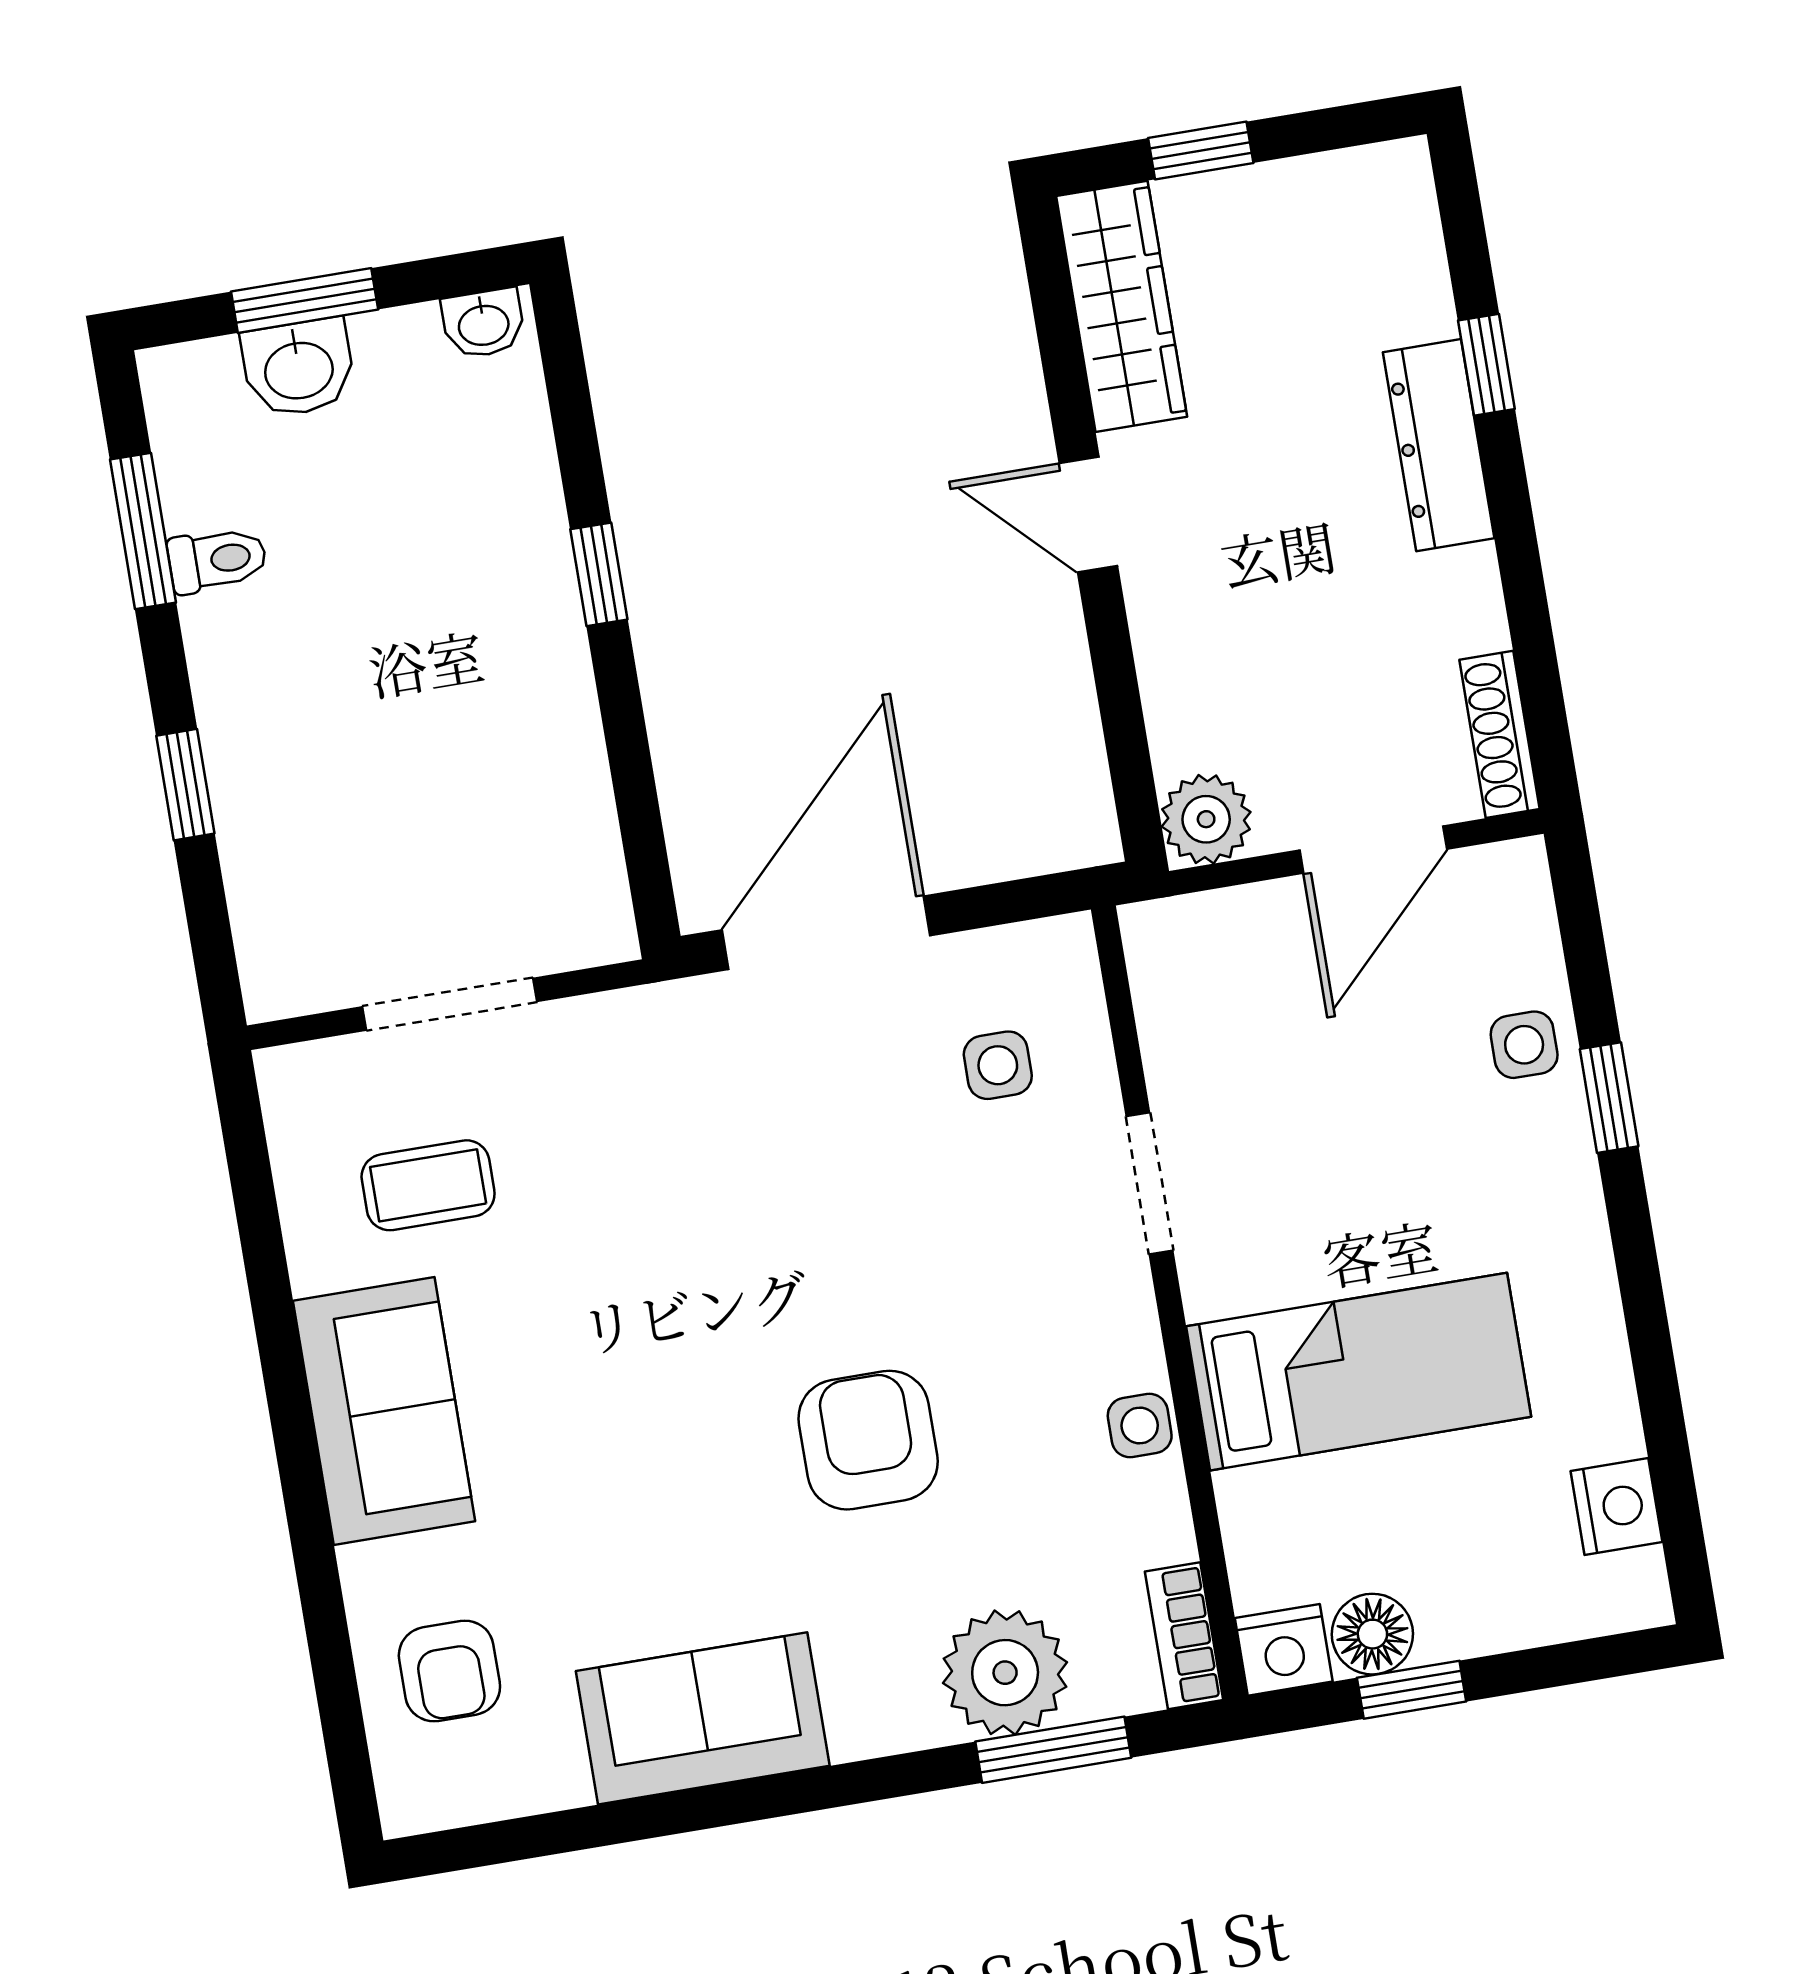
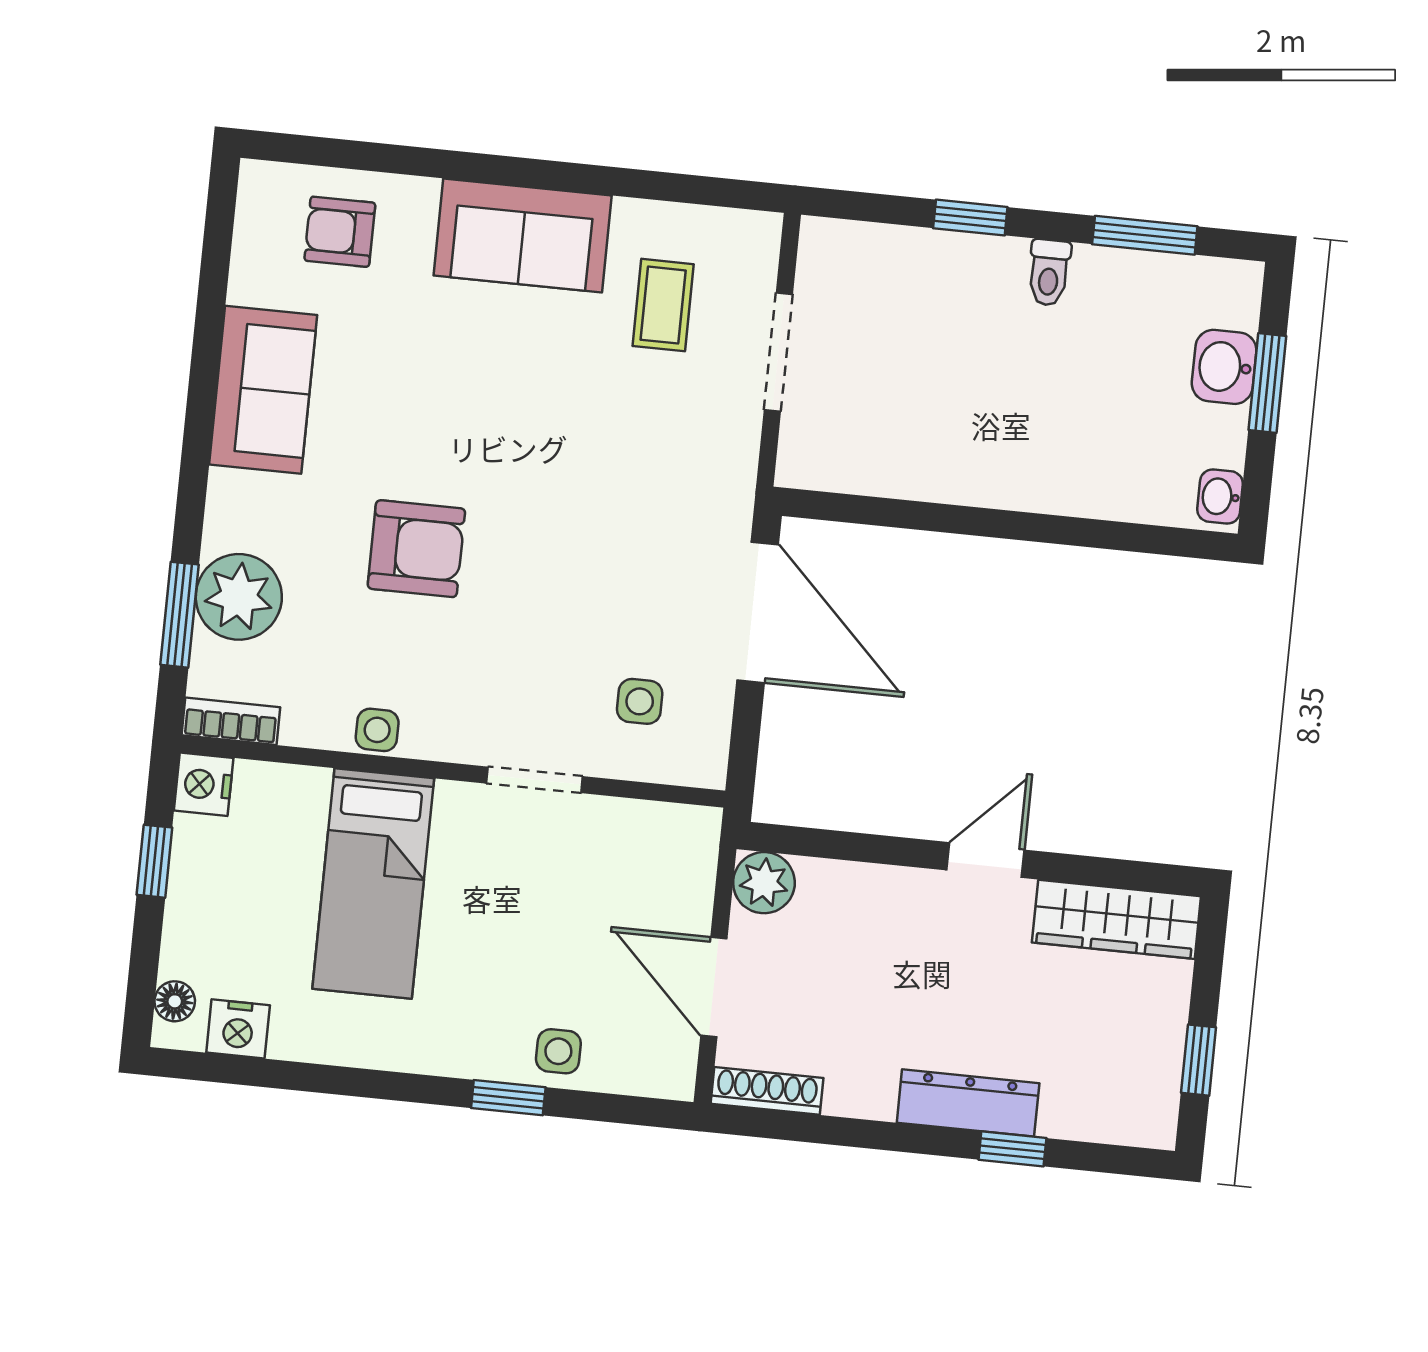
window: (1201, 151) -> (1199, 1060), moved
toilet: (217, 560) -> (1049, 273), moved
window: (599, 574) -> (1034, 527), removed
floor lamp: (1372, 1634) -> (175, 1001), moved, width x0.73, depth x0.73

